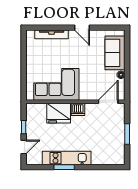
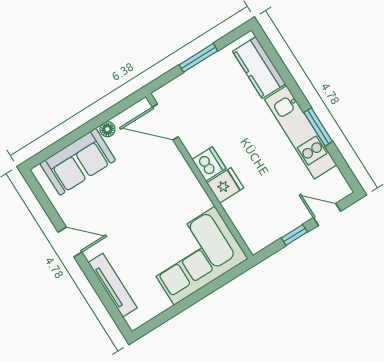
door: (82, 28) -> (70, 242), hinge flipped
corner sofa: (56, 84) -> (195, 256), moved, turned 90
fridge: (59, 113) -> (225, 185), width x0.53, depth x0.75
kitchen counter: (106, 158) -> (259, 68), added

